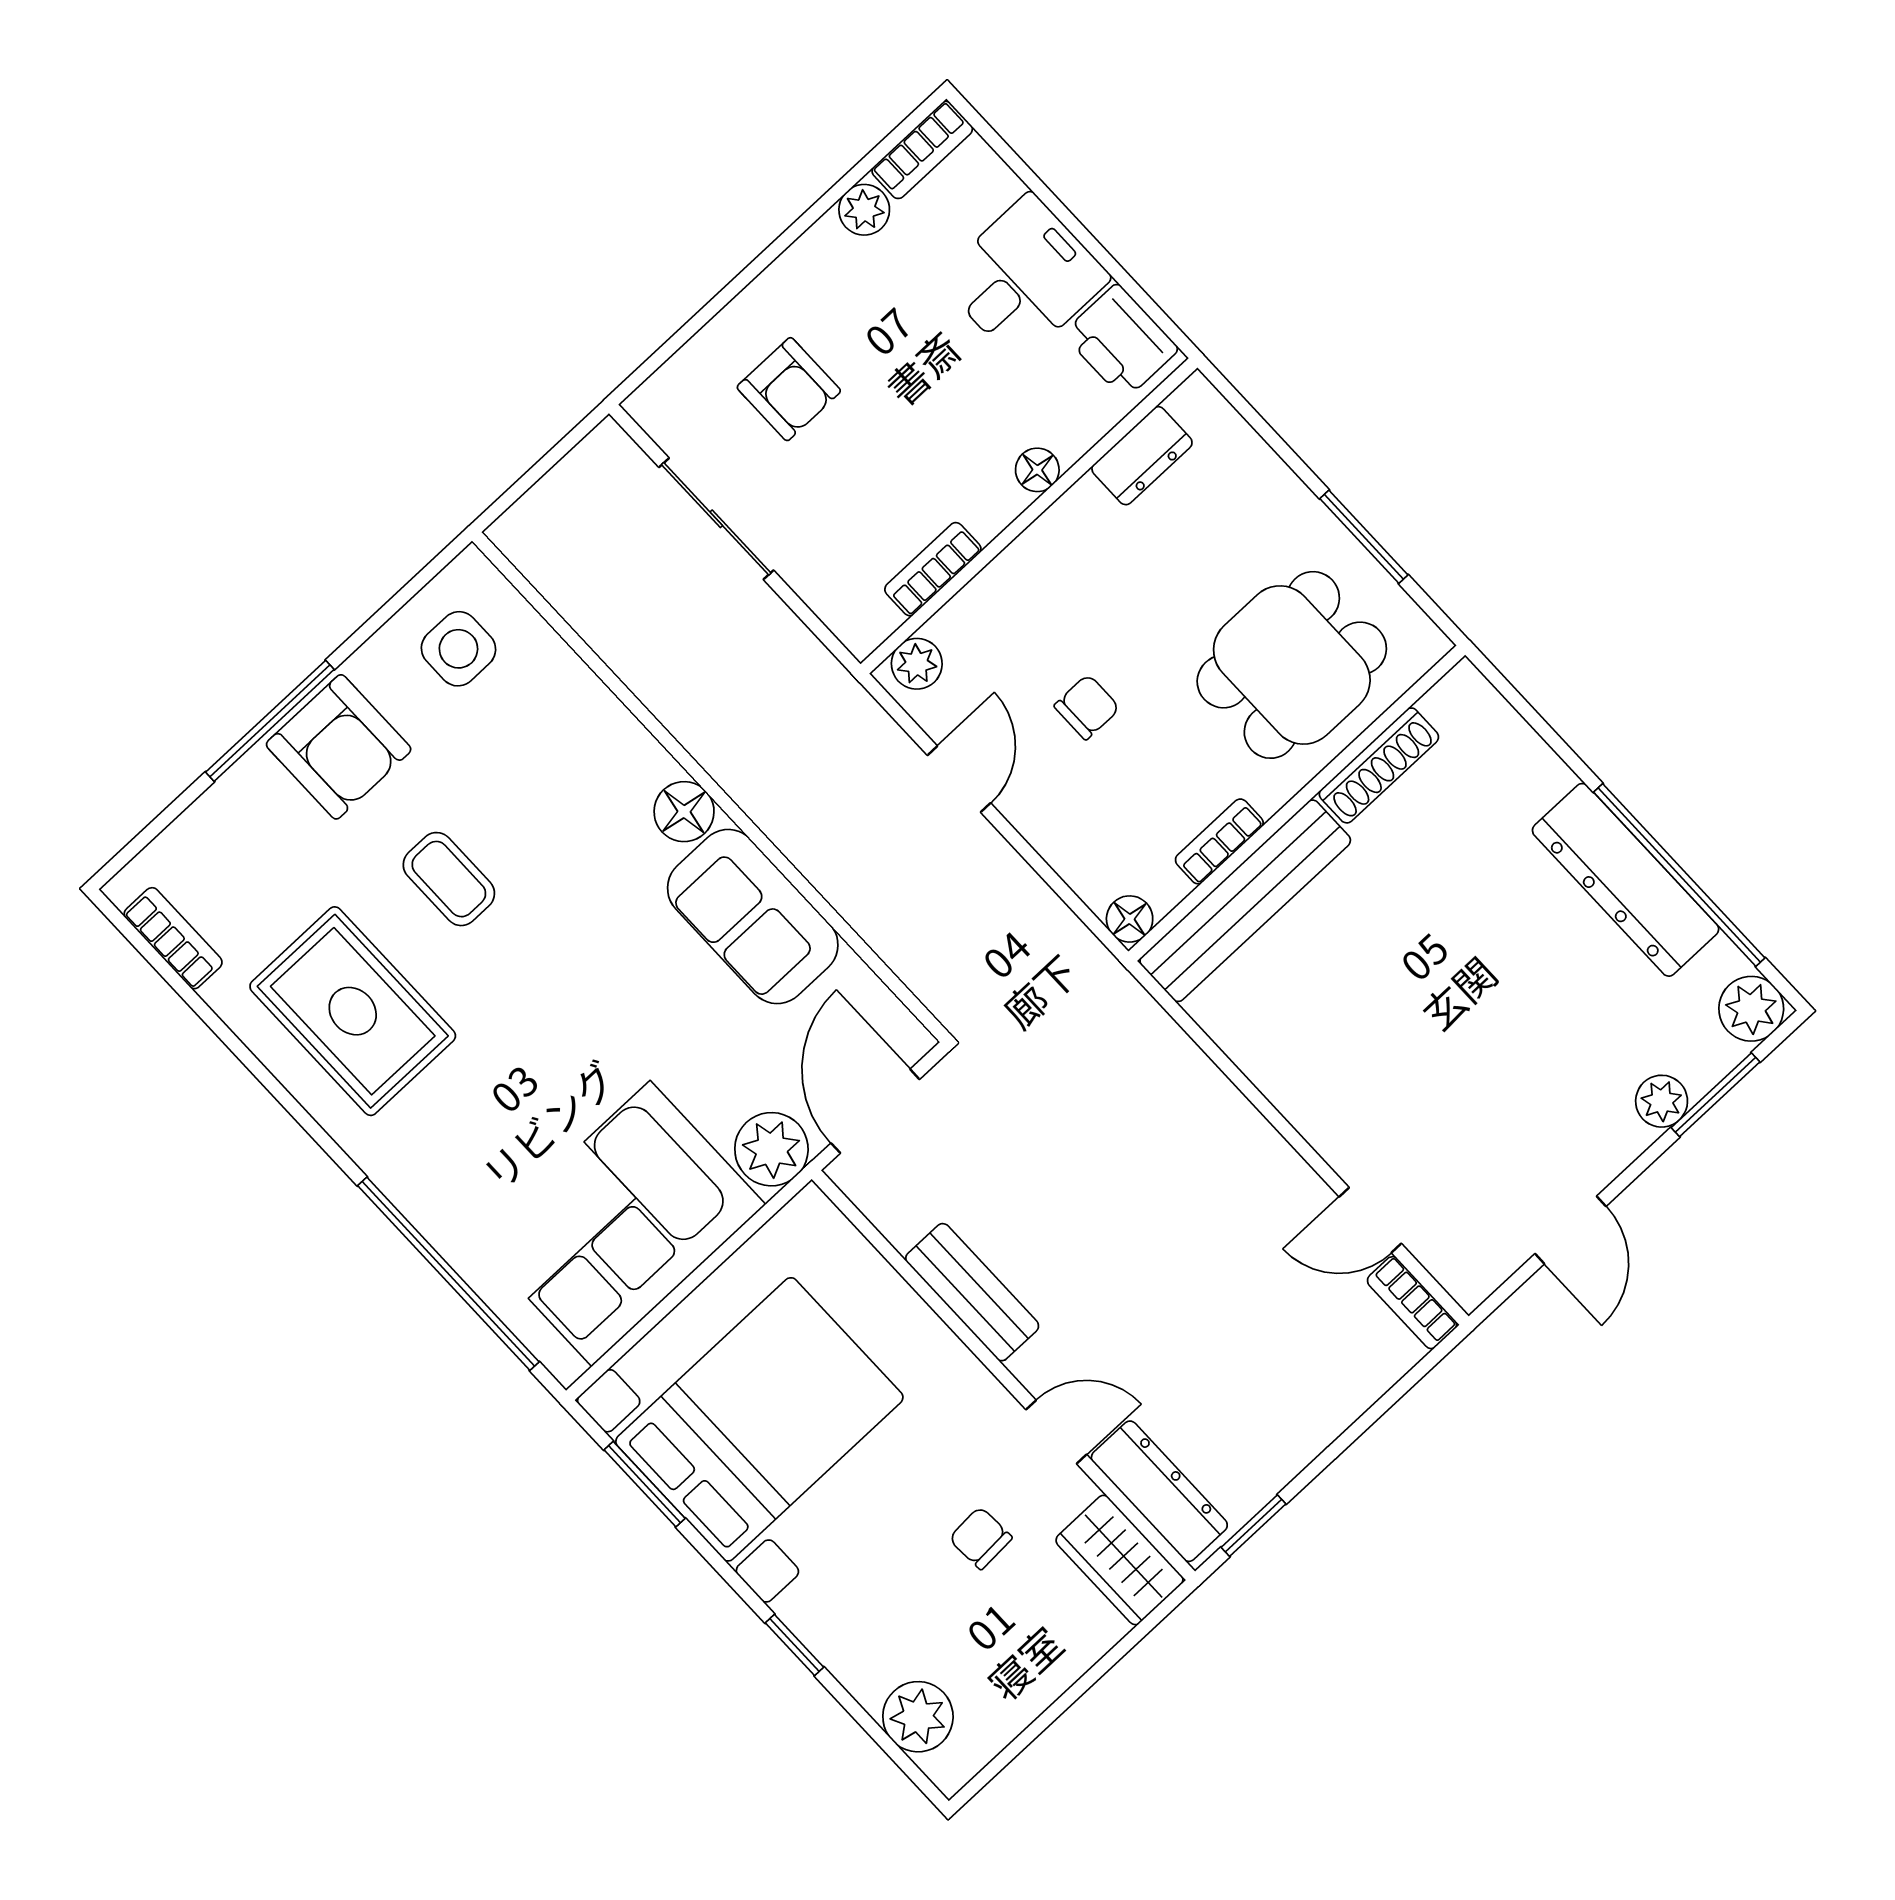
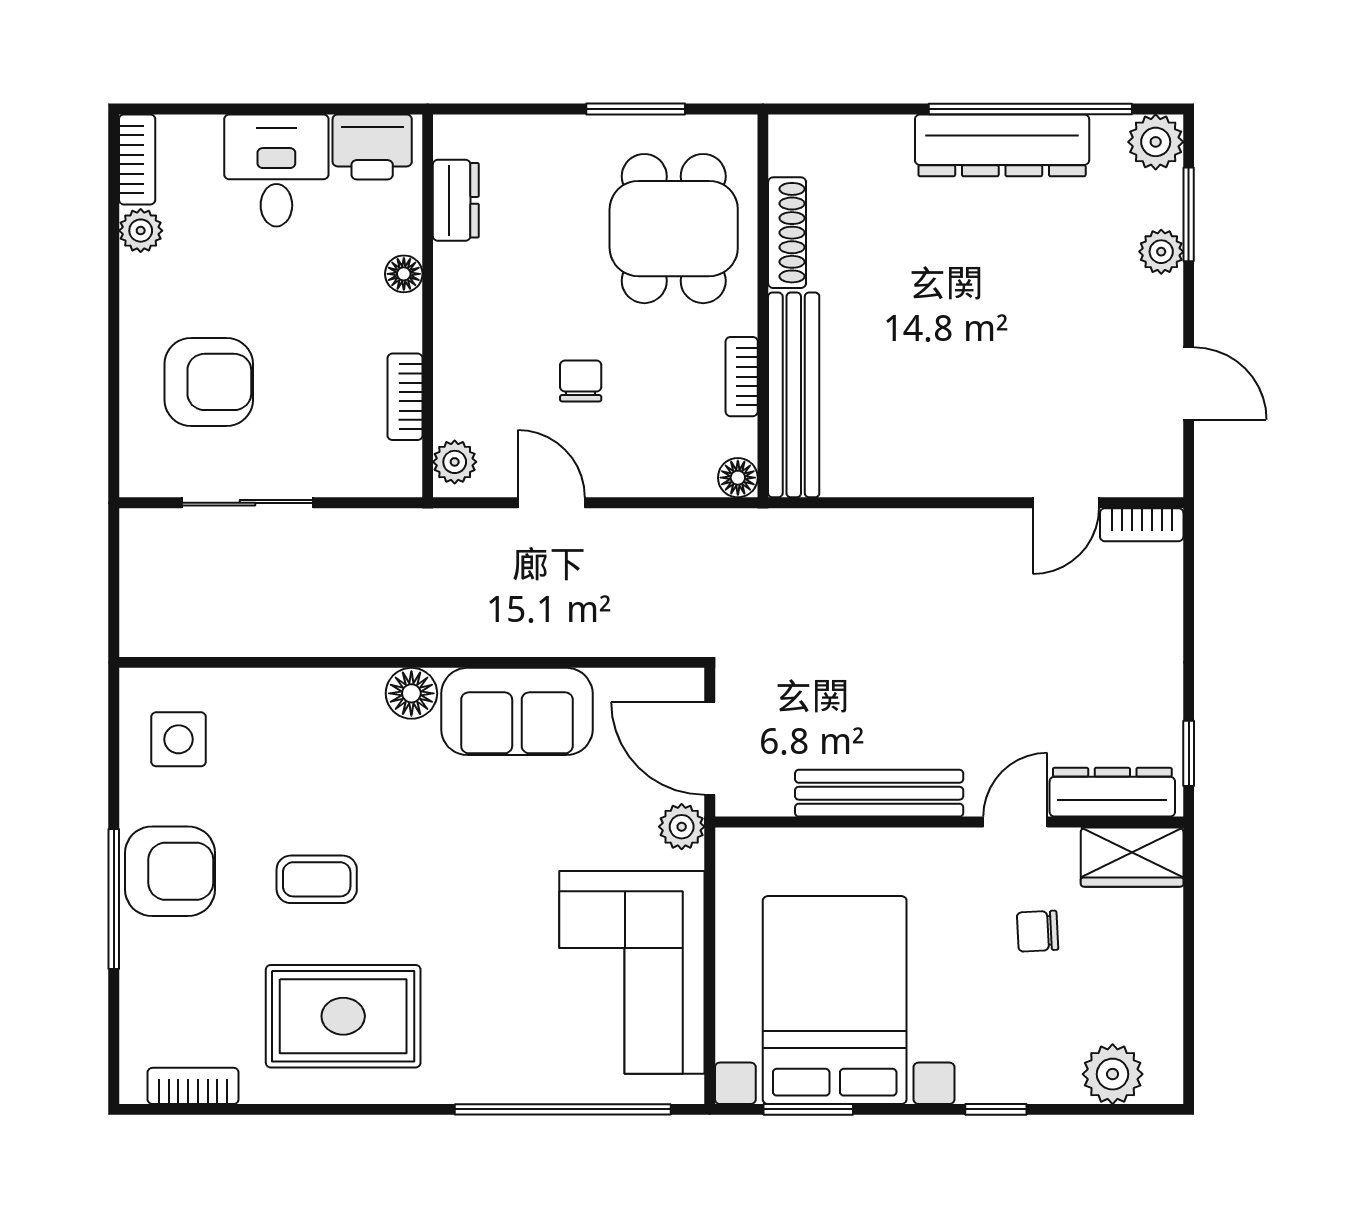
armchair: (789, 389) -> (209, 382), width x1.38, depth x1.38
plant: (771, 1149) -> (682, 827), width x0.73, depth x0.73
bench: (972, 1292) -> (879, 793), width x1.36

